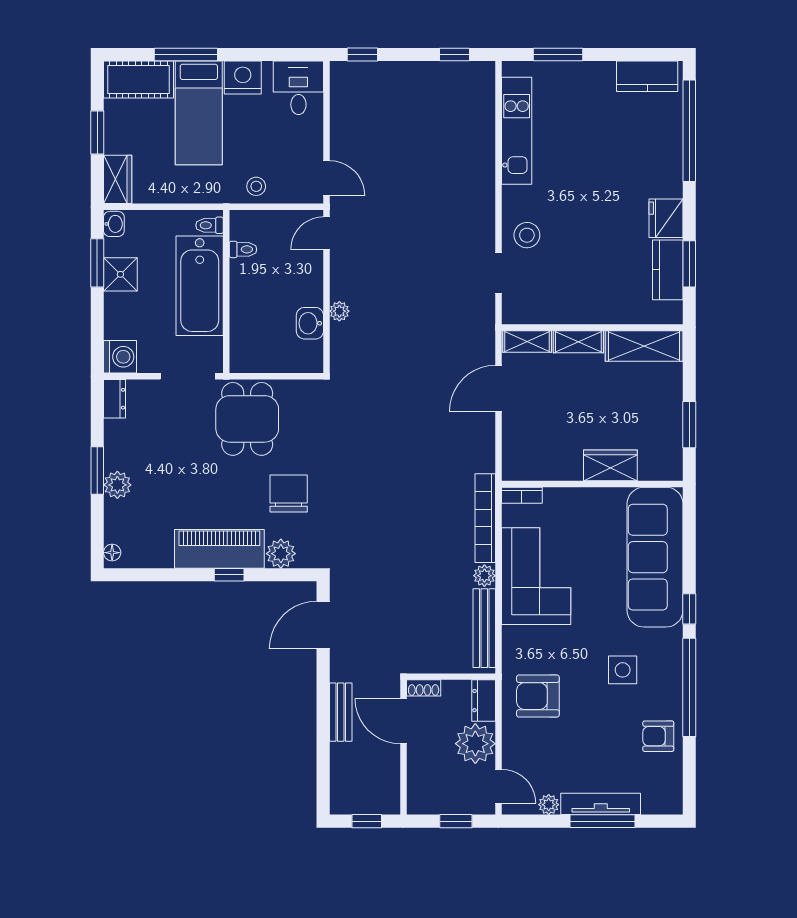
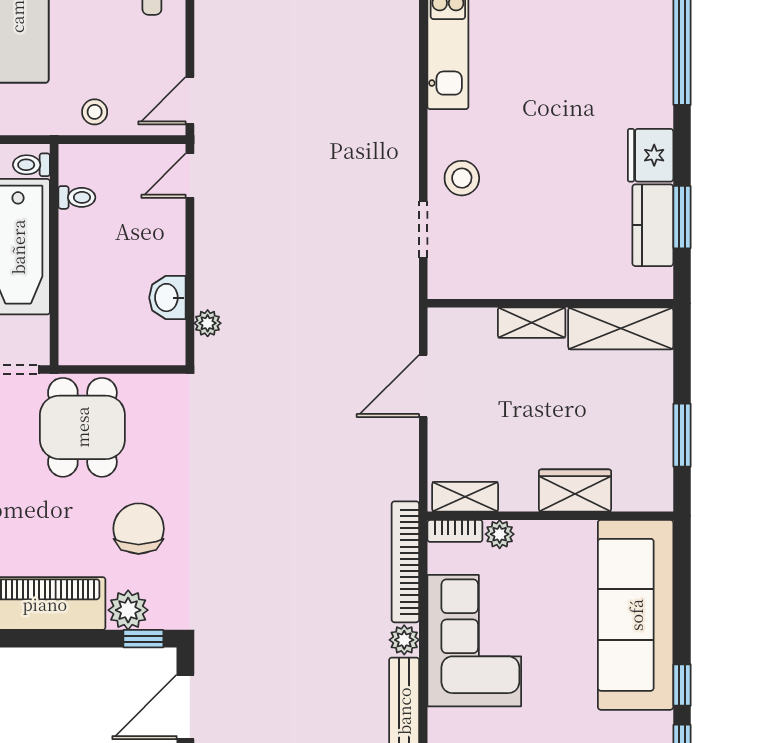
door: (326, 178) -> (190, 101), swing flipped
plant: (339, 311) -> (208, 323), moved
shelving: (527, 341) -> (465, 497), moved
plant: (555, 498) -> (500, 534), added
window: (229, 575) -> (143, 639), moved

